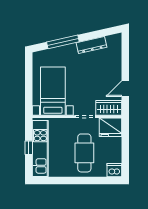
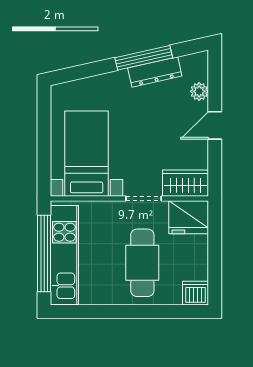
window: (63, 42) -> (144, 58), moved
plant: (117, 56) -> (199, 91), added
door: (125, 89) -> (215, 125), moved
window: (29, 148) -> (44, 254), width x3.17

